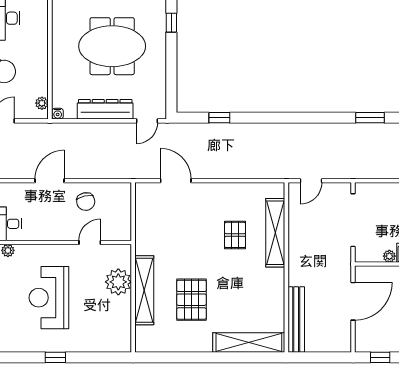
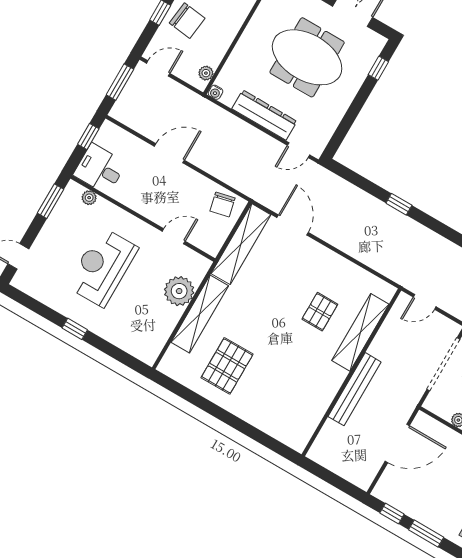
window: (219, 118) -> (399, 204), moved
chair: (86, 202) -> (222, 205), moved
pallet: (191, 300) -> (227, 366), moved
bench: (296, 320) -> (355, 389), moved
shelving: (249, 343) -> (241, 244), moved, turned 90

